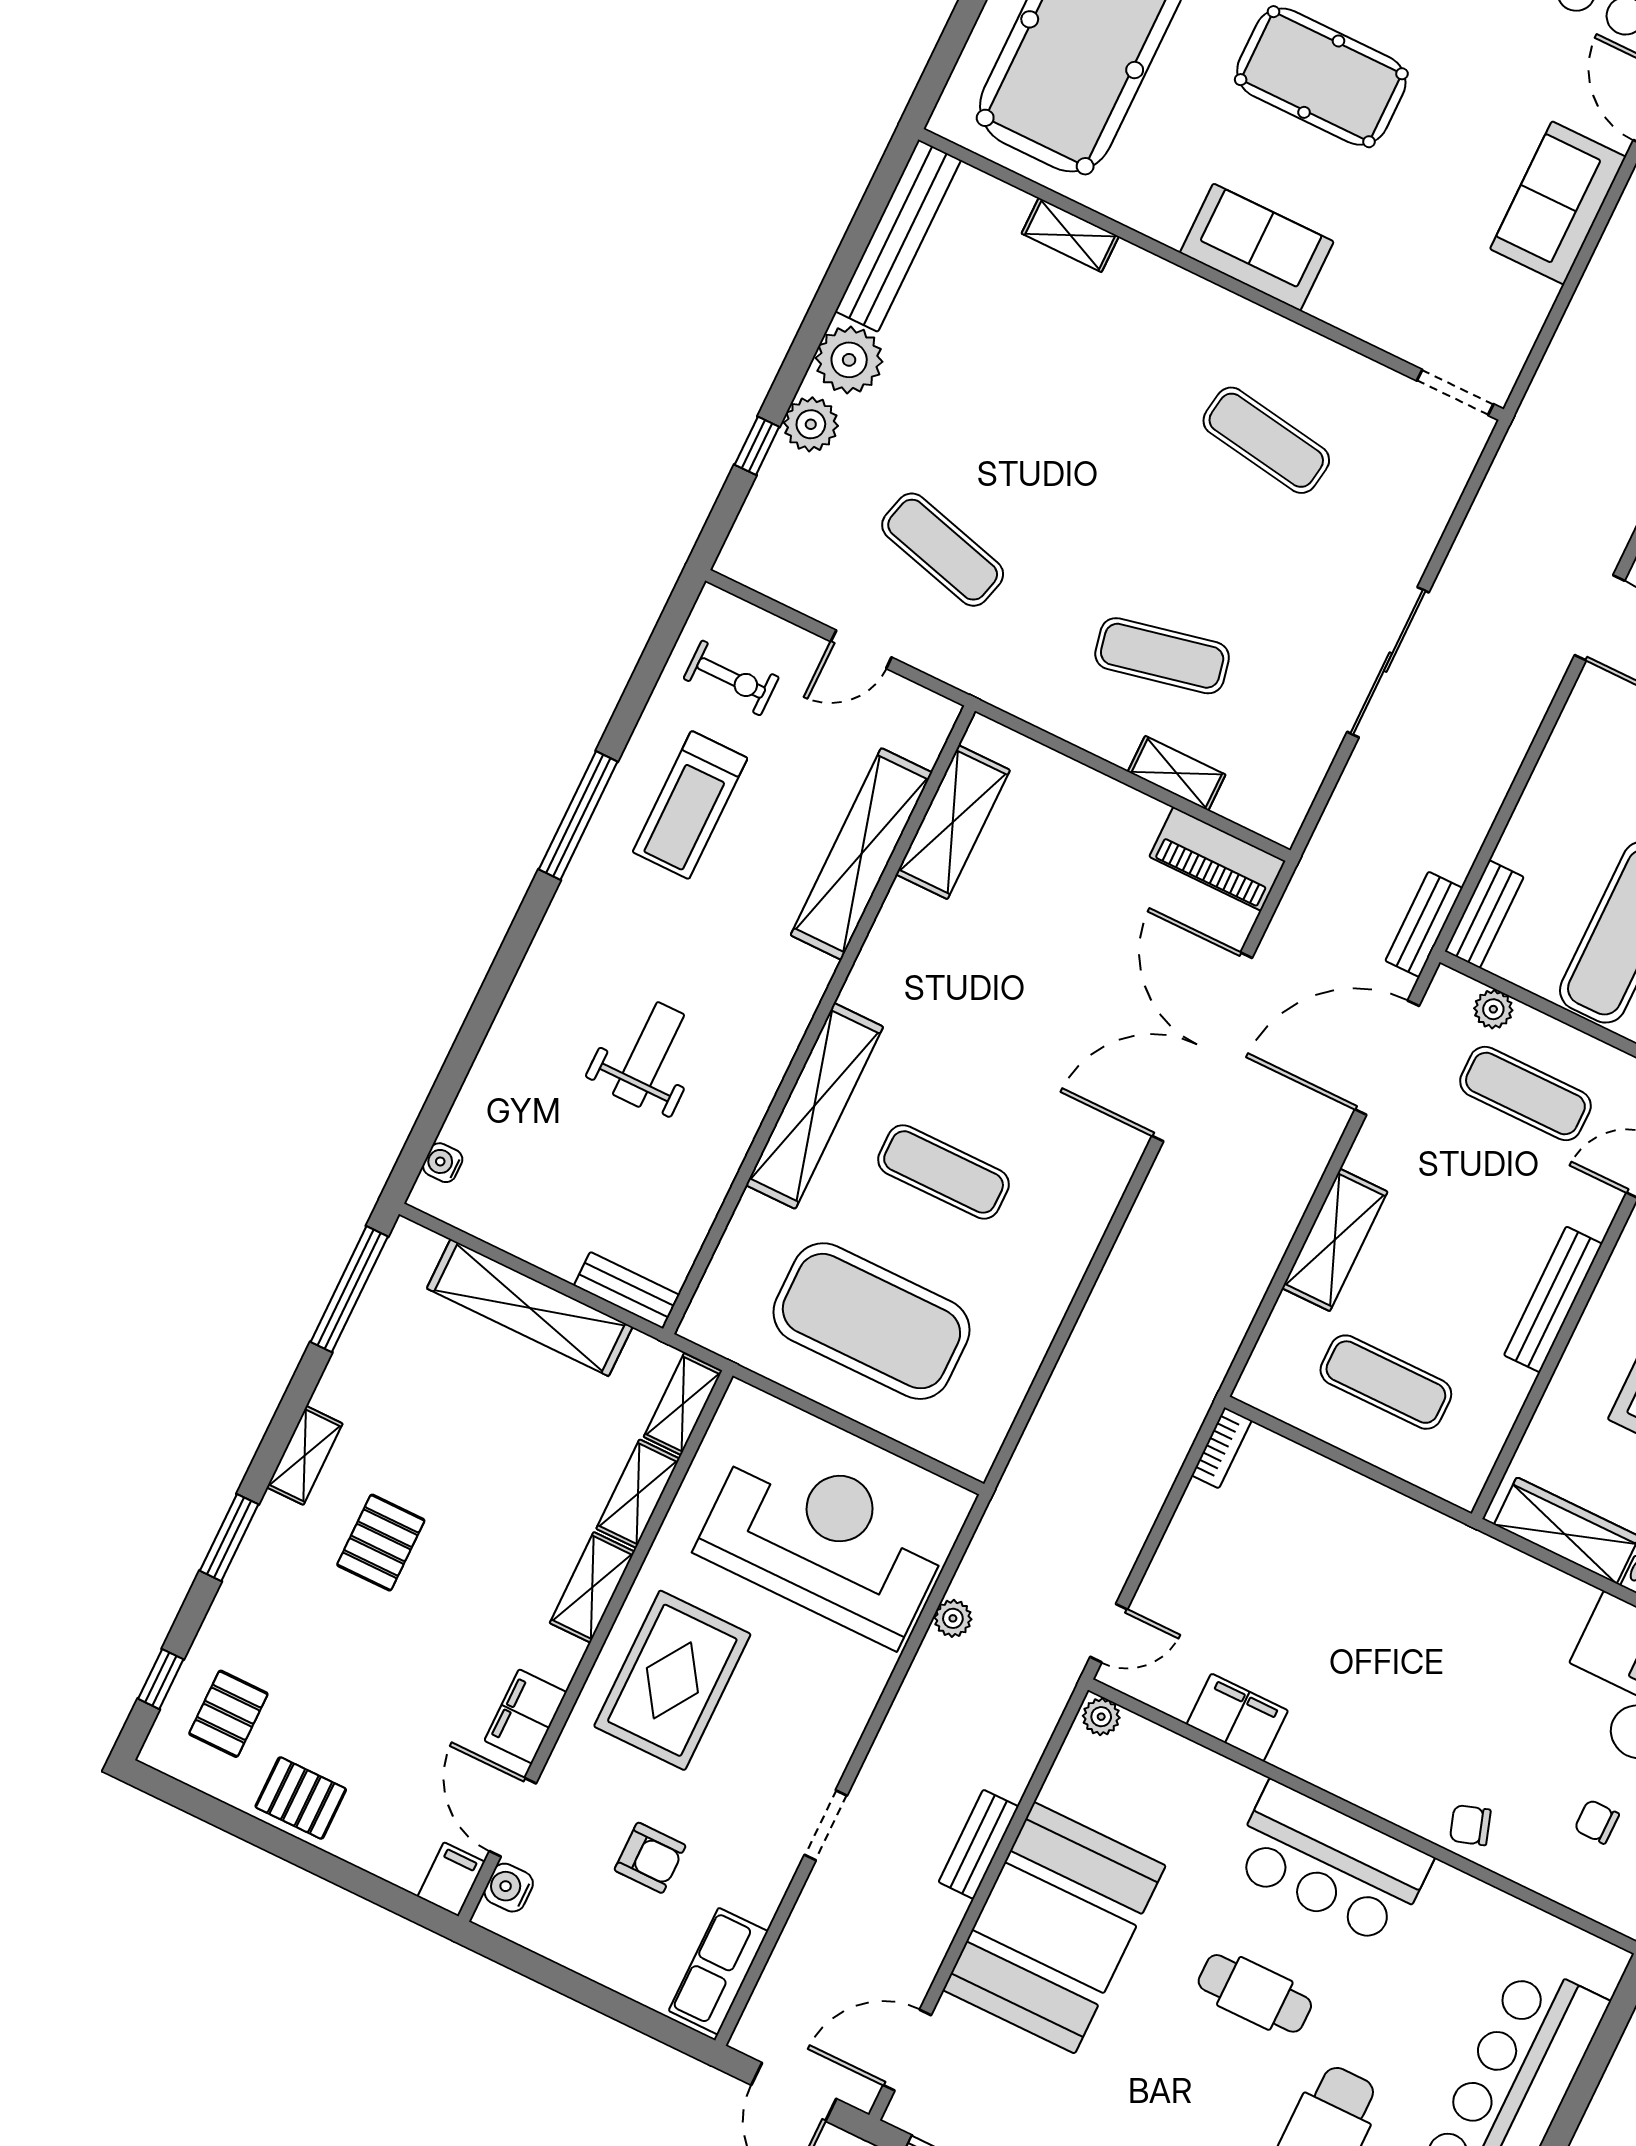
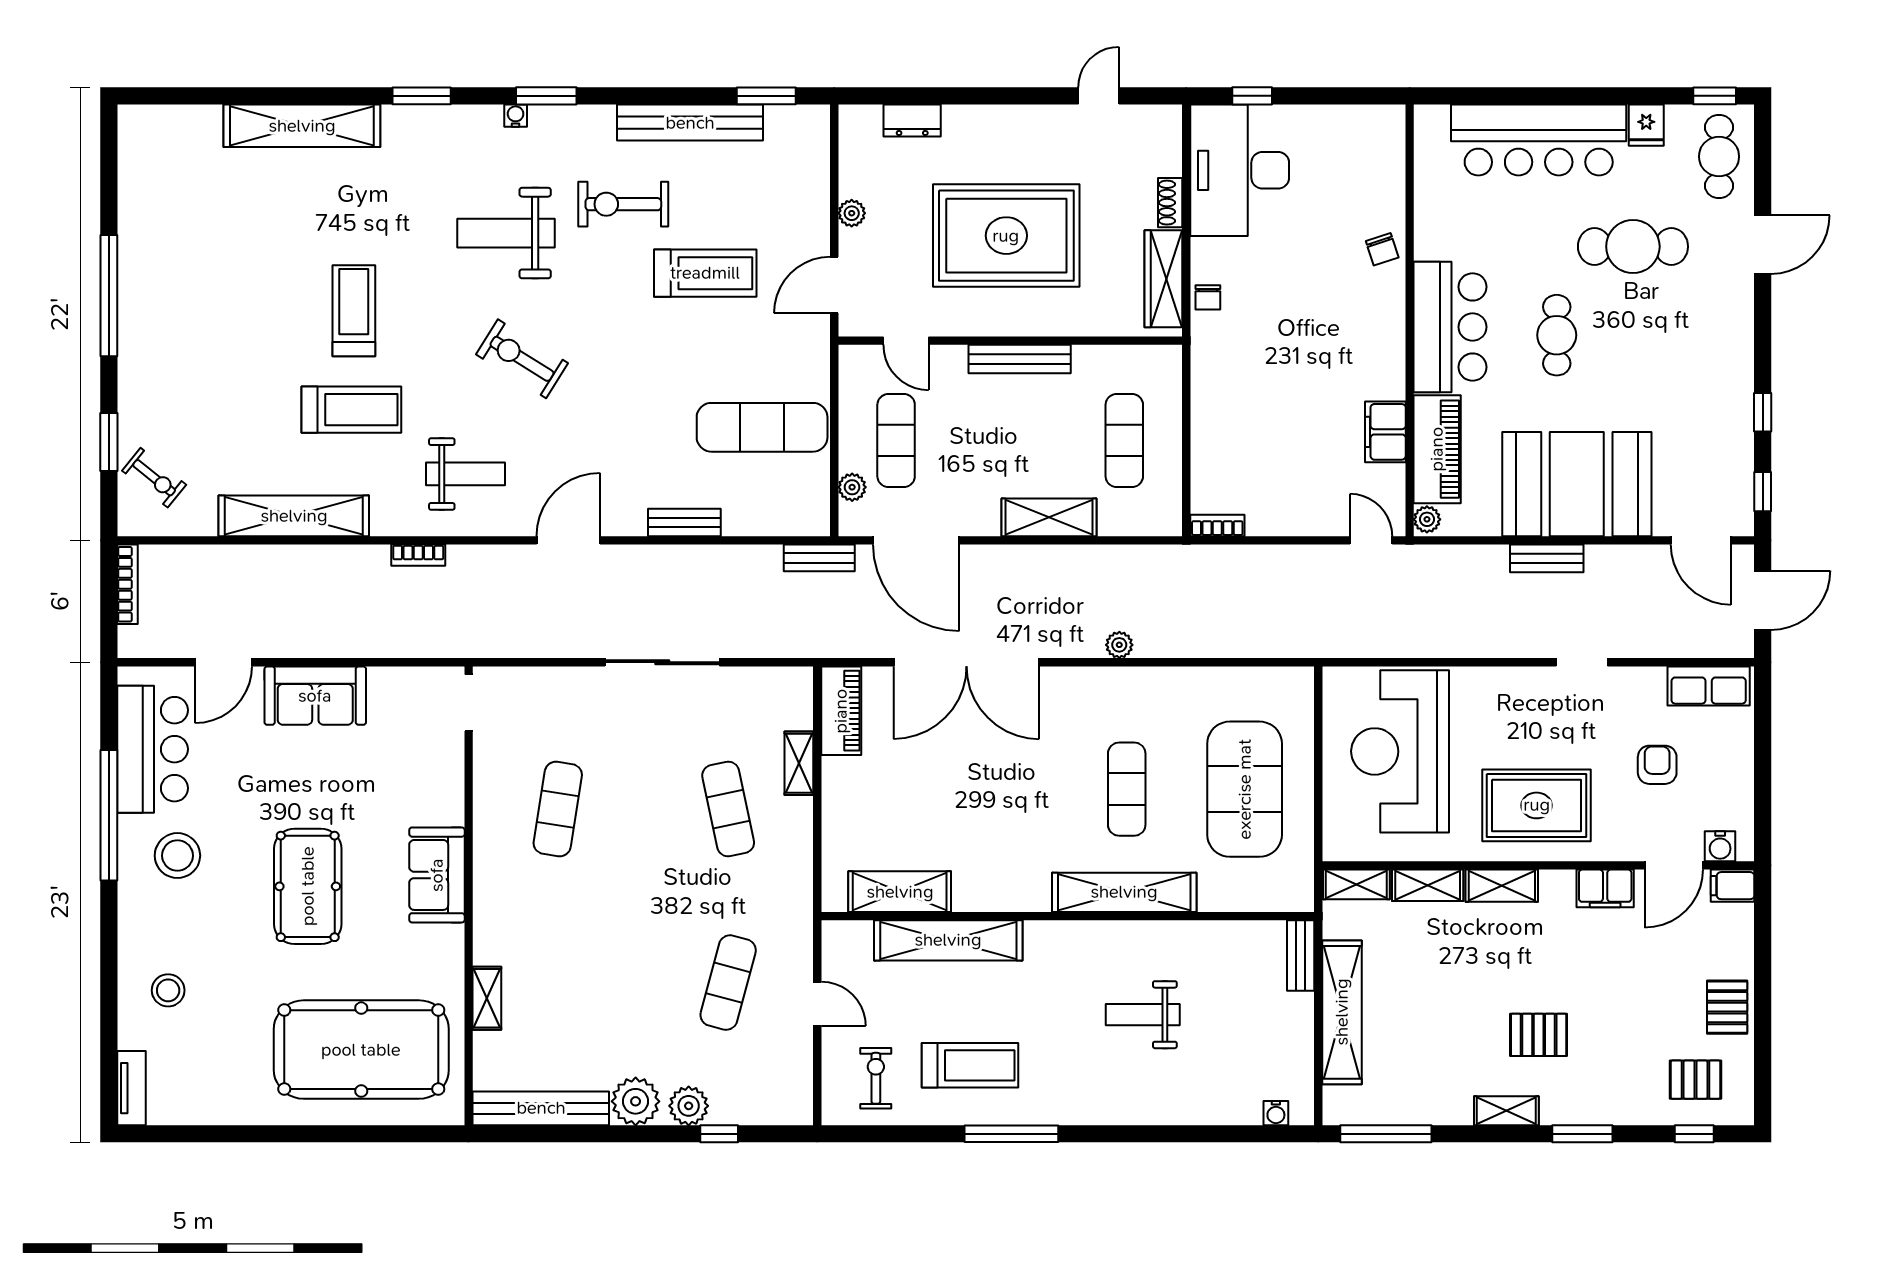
bench: (1484, 914) -> (684, 522), moved
plant: (953, 1618) -> (1119, 645), moved
piano: (1184, 1773) -> (1437, 449), added
chair: (1597, 1822) -> (1208, 297), moved

